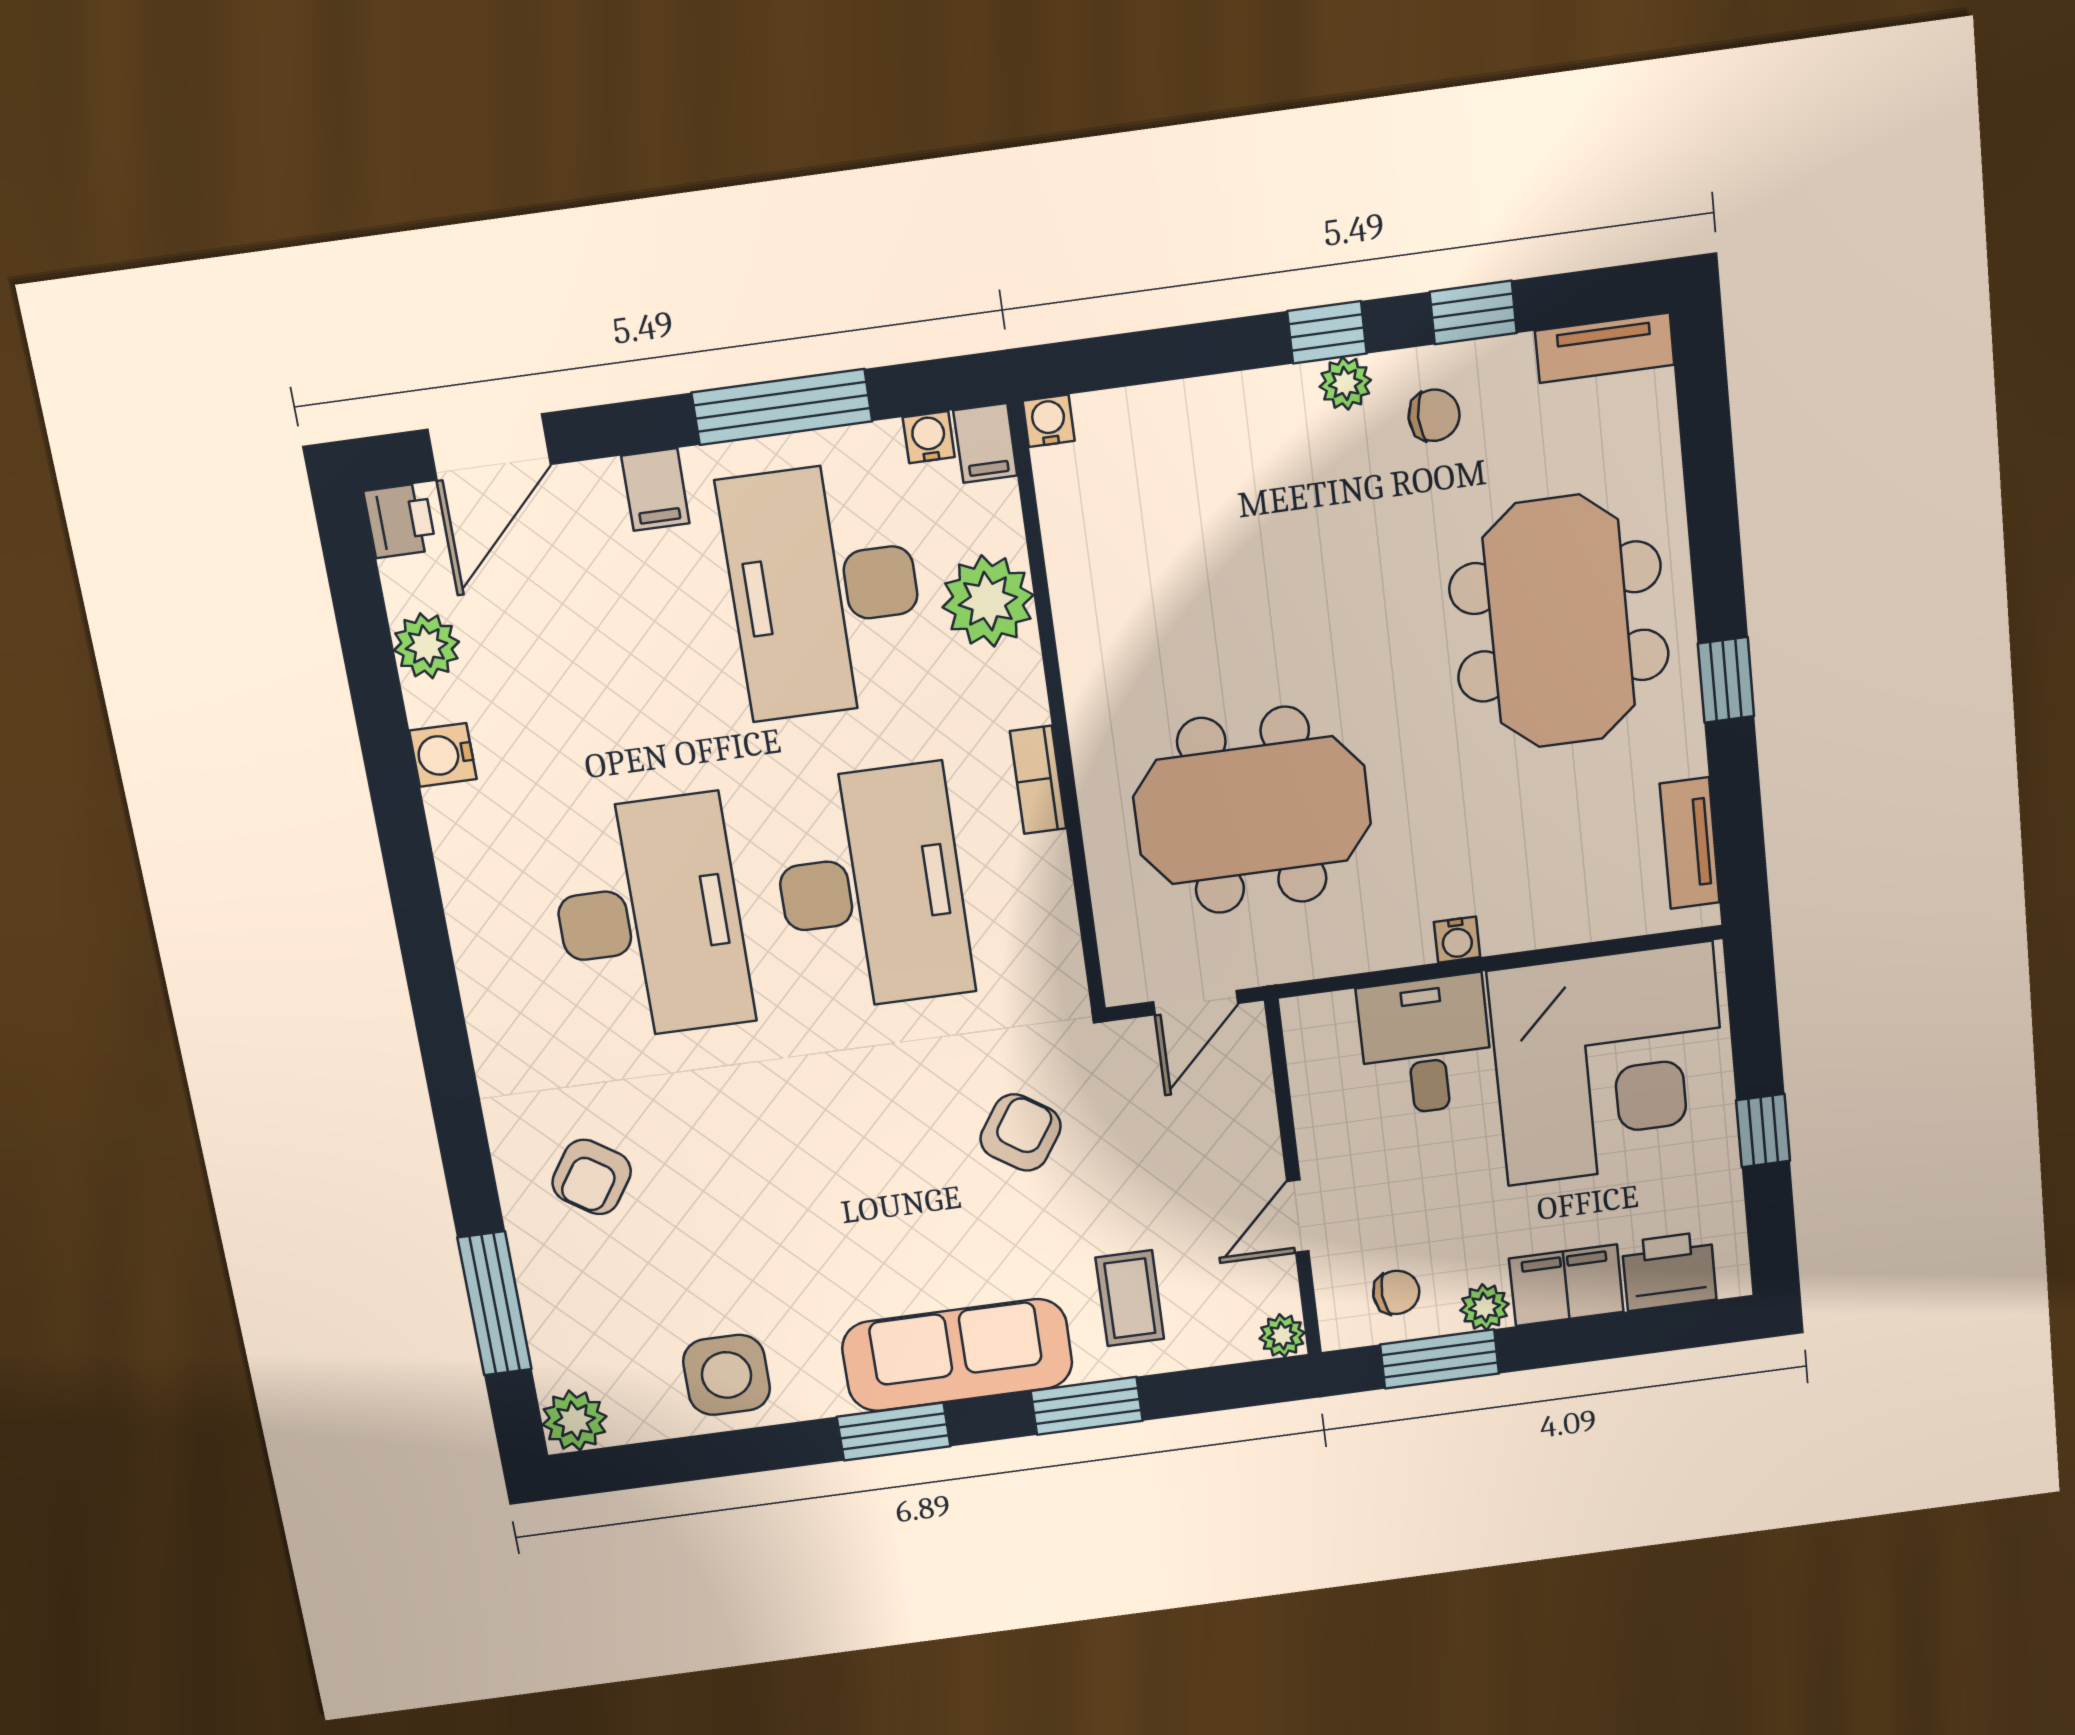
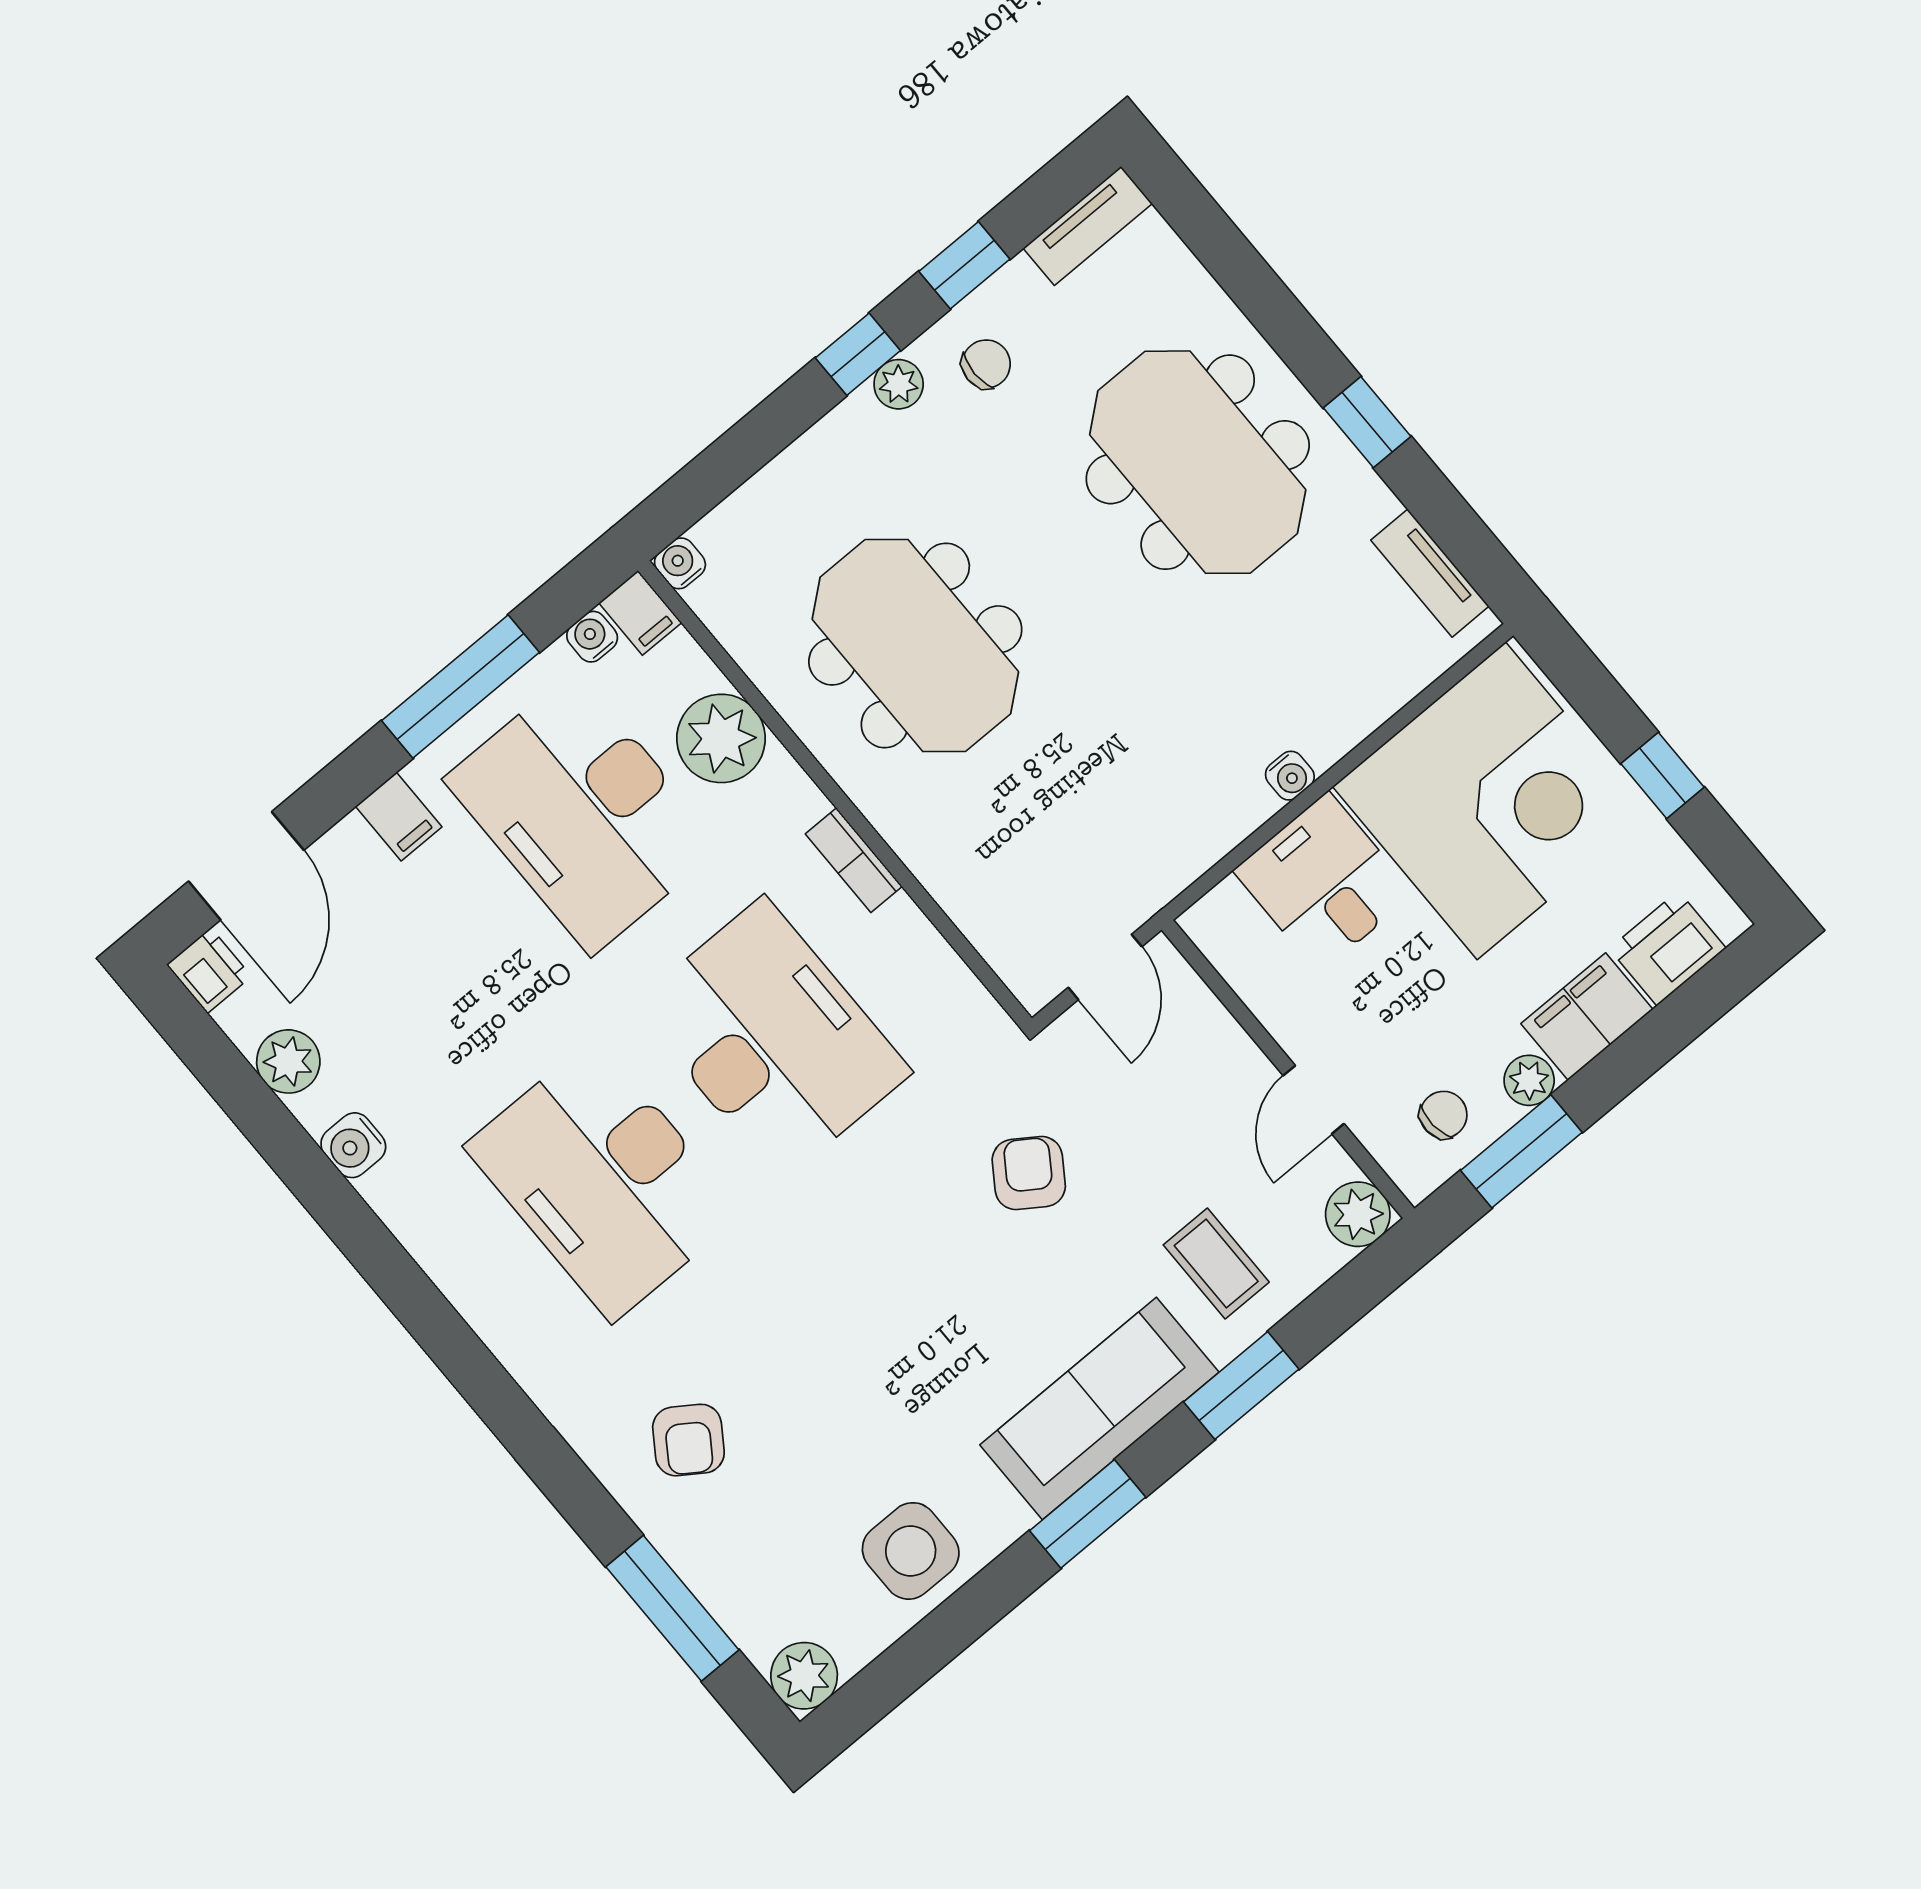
meeting table: (1252, 810) -> (915, 645), moved, turned 90
desk: (649, 918) -> (604, 1180), turned 180
plant: (1282, 1336) -> (1358, 1214), width x1.38, depth x1.38

